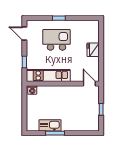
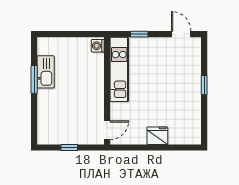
door: (24, 34) -> (181, 34), hinge flipped
kitchen island: (57, 40) -> (172, 82), removed

